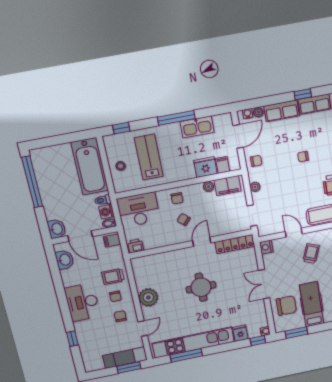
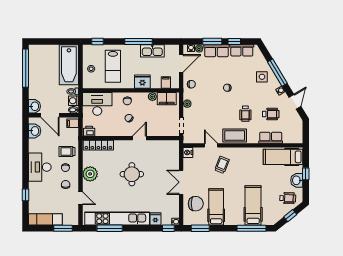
window: (274, 100) -> (212, 42), added
lab bench: (149, 157) -> (113, 66), turned 180
fridge: (205, 167) -> (142, 82), moved
locker: (235, 244) -> (98, 145), moved
door: (143, 329) -> (80, 198), hinge flipped
exam couch: (125, 358) -> (45, 219), moved

